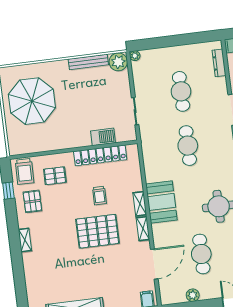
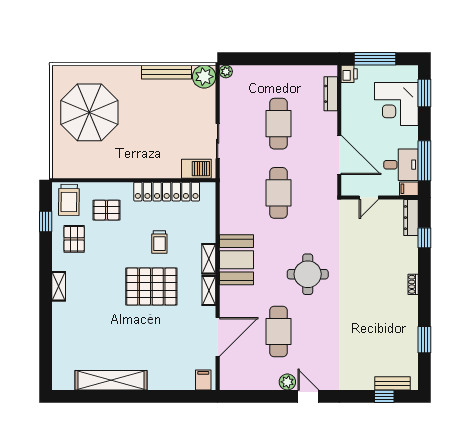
barbecue: (103, 137) -> (196, 169), moved
plant: (193, 295) -> (287, 382), moved

